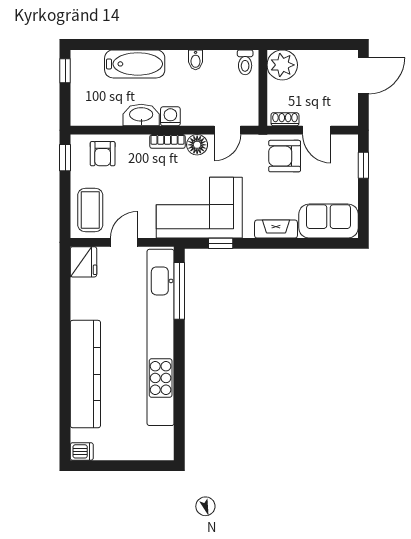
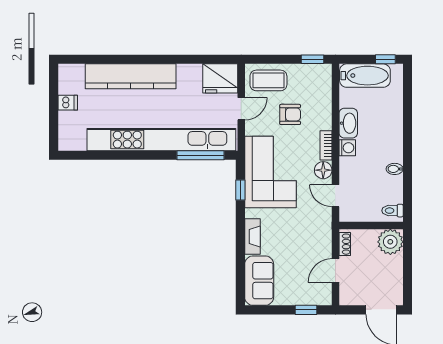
bathtub: (135, 64) -> (365, 76), moved, turned -90
armchair: (103, 154) -> (290, 114), moved, turned 180
armchair: (285, 156) -> (314, 244), removed
door: (124, 242) -> (241, 109), hinge flipped
fridge: (83, 262) -> (220, 78), width x1.36, depth x1.34
dishwasher: (82, 451) -> (68, 103), moved, turned -90

